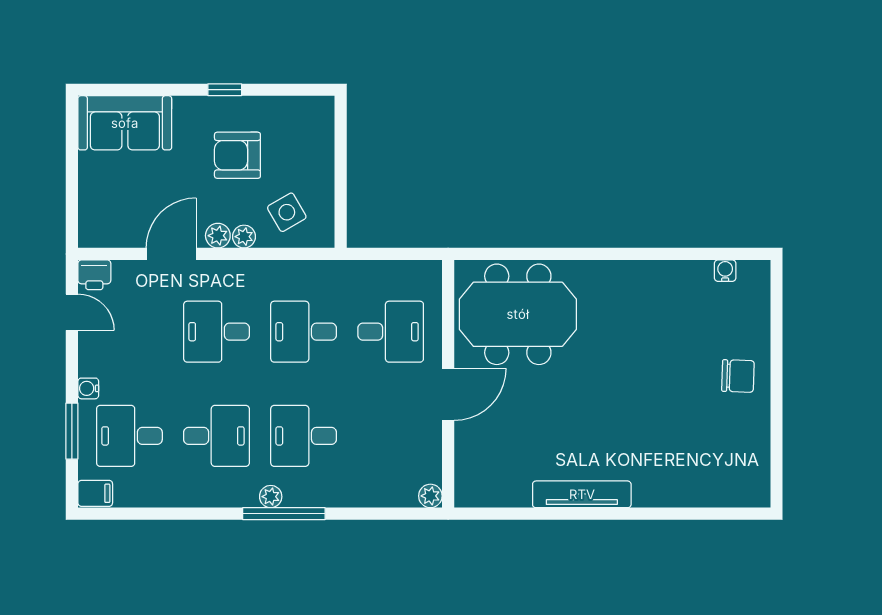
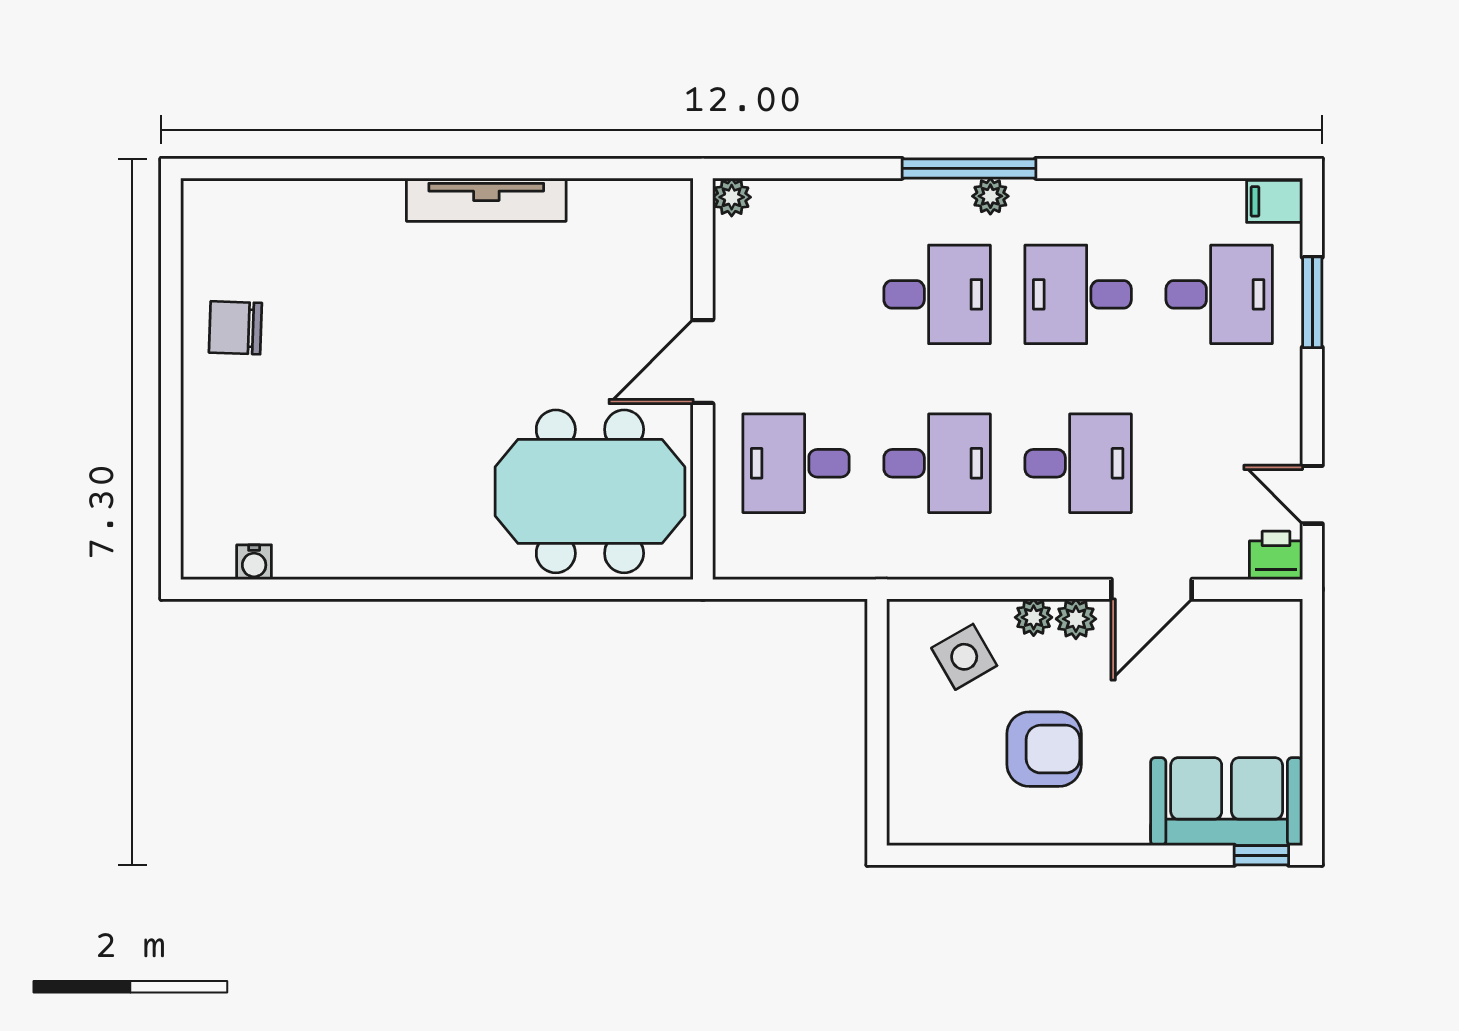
window: (225, 90) -> (1261, 855), moved
chair: (738, 376) -> (235, 328), moved
water cooler: (88, 388) -> (1286, 371), removed

